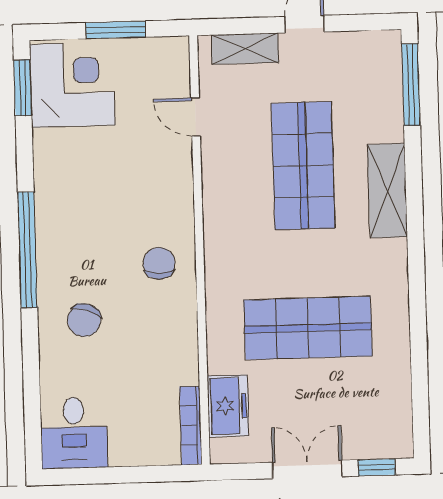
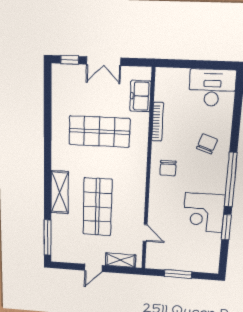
corner desk: (72, 85) -> (204, 213), moved
window: (23, 88) -> (226, 227), moved
bookcase: (191, 426) -> (158, 122), moved
desk: (74, 433) -> (212, 88), width x1.37

